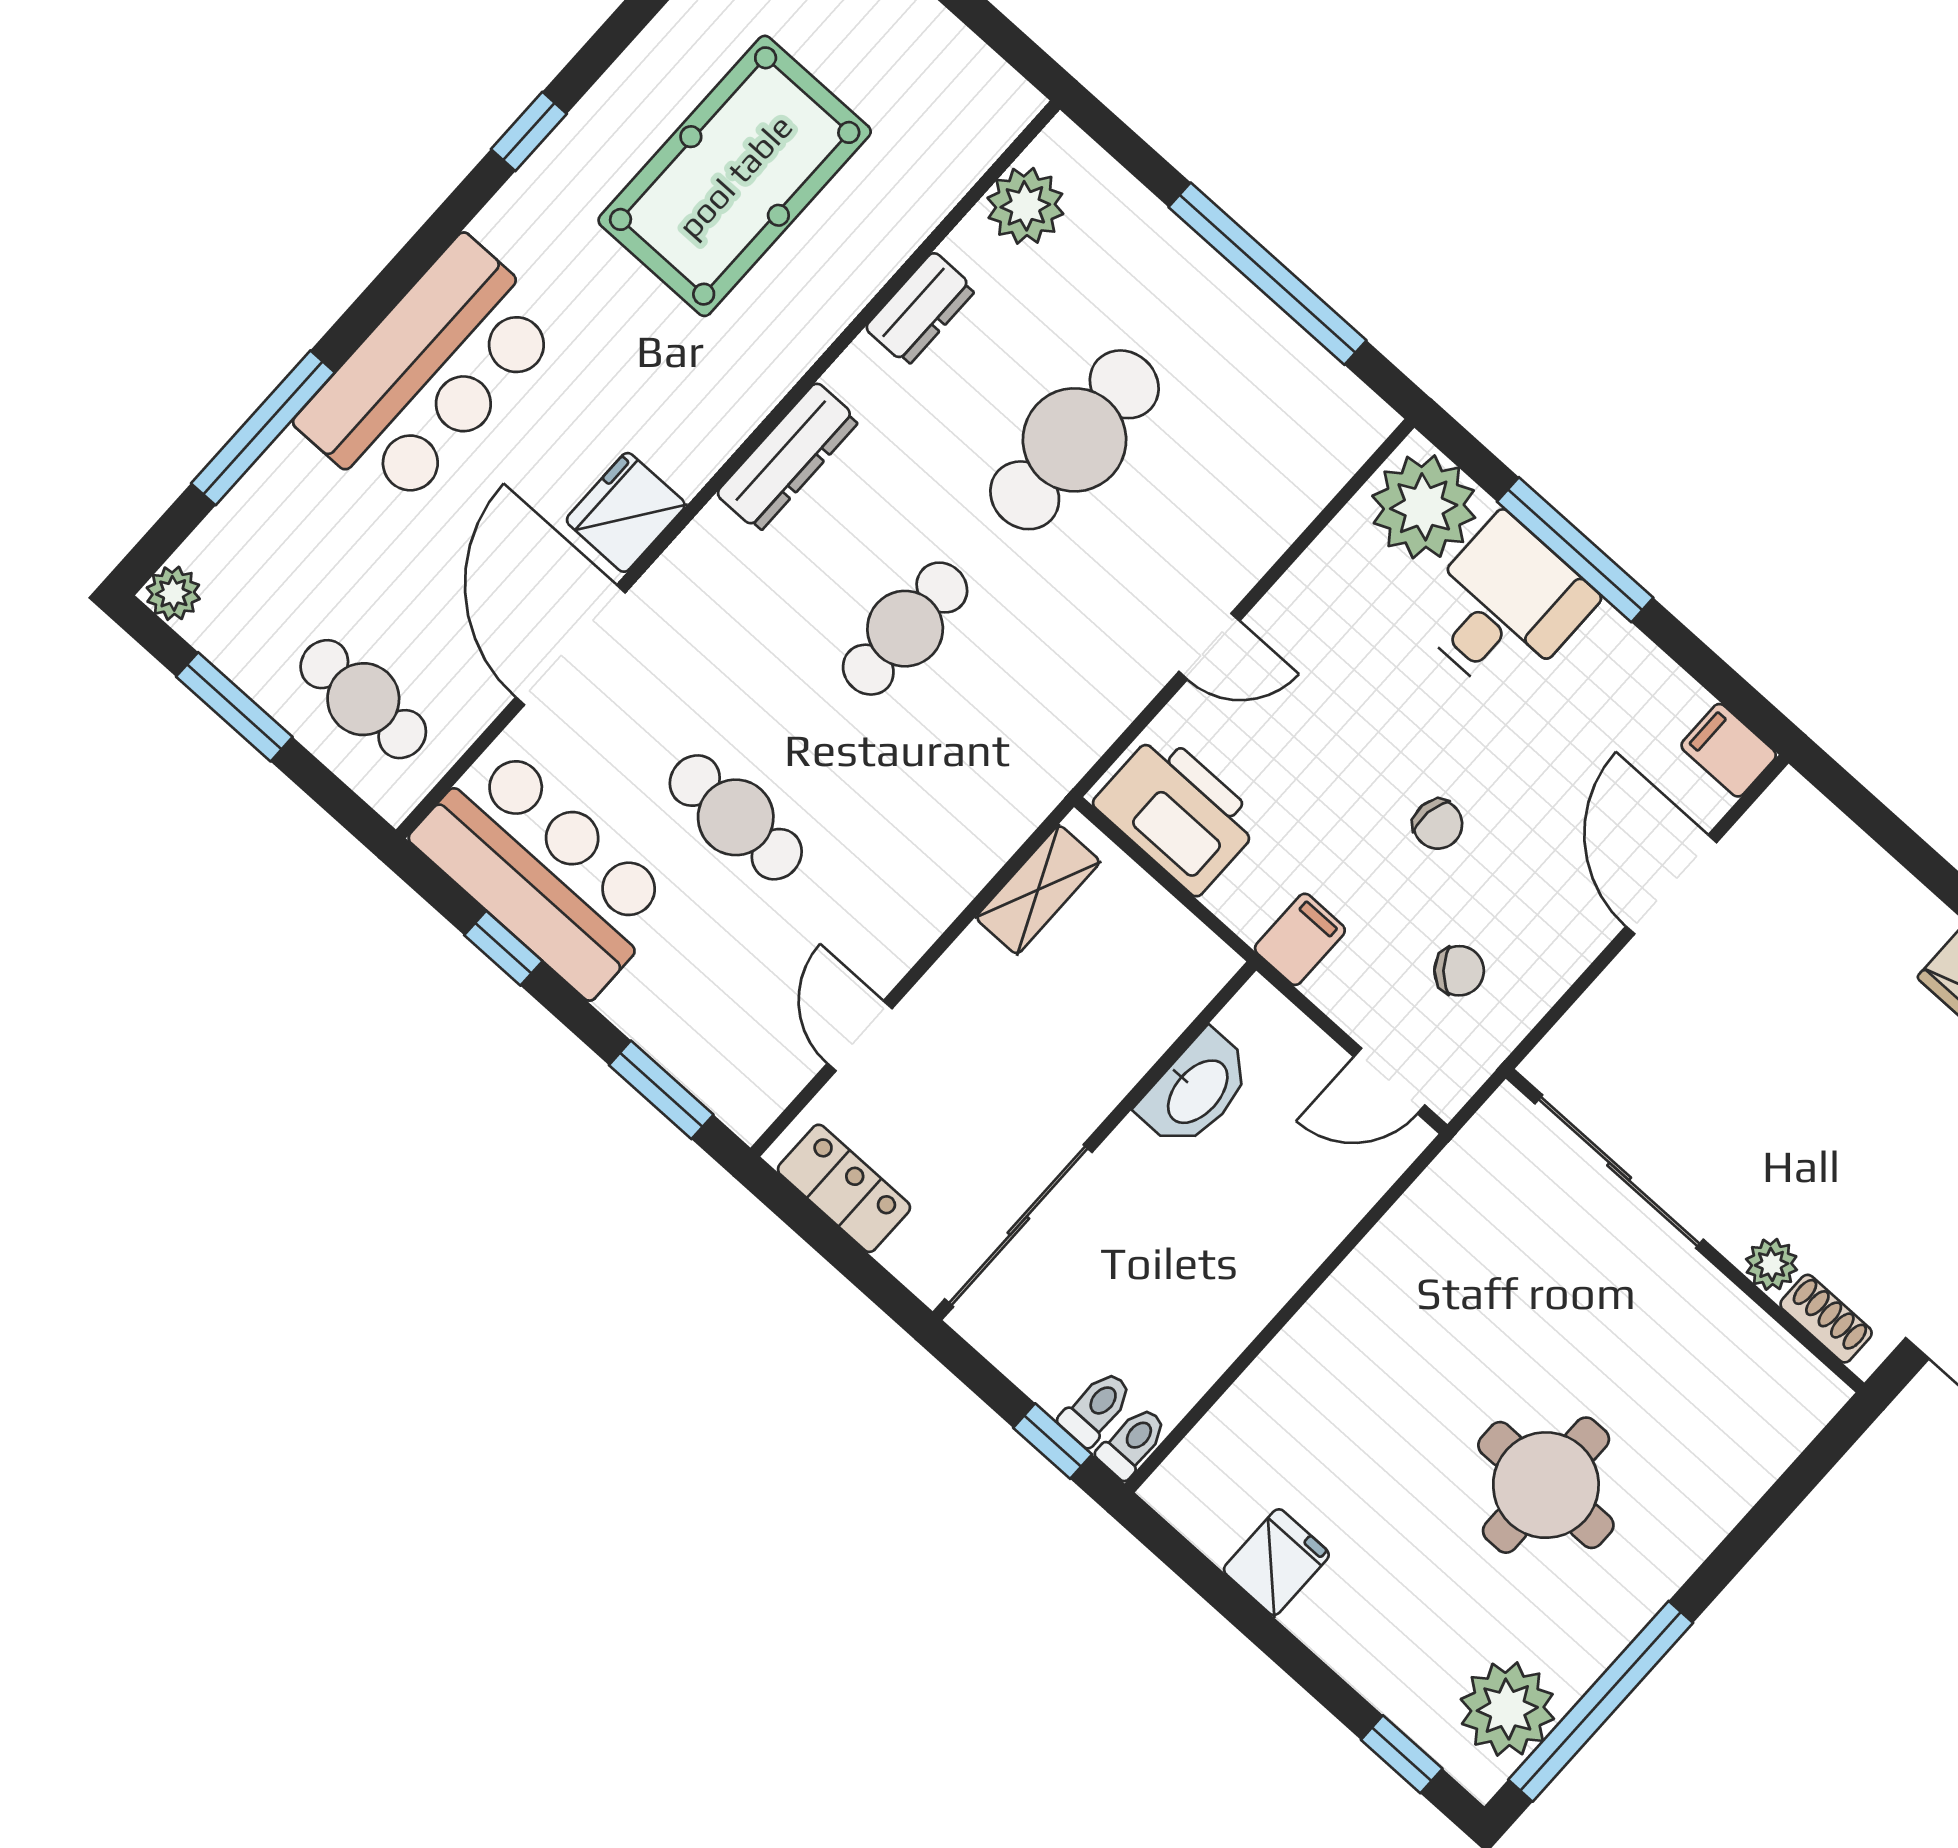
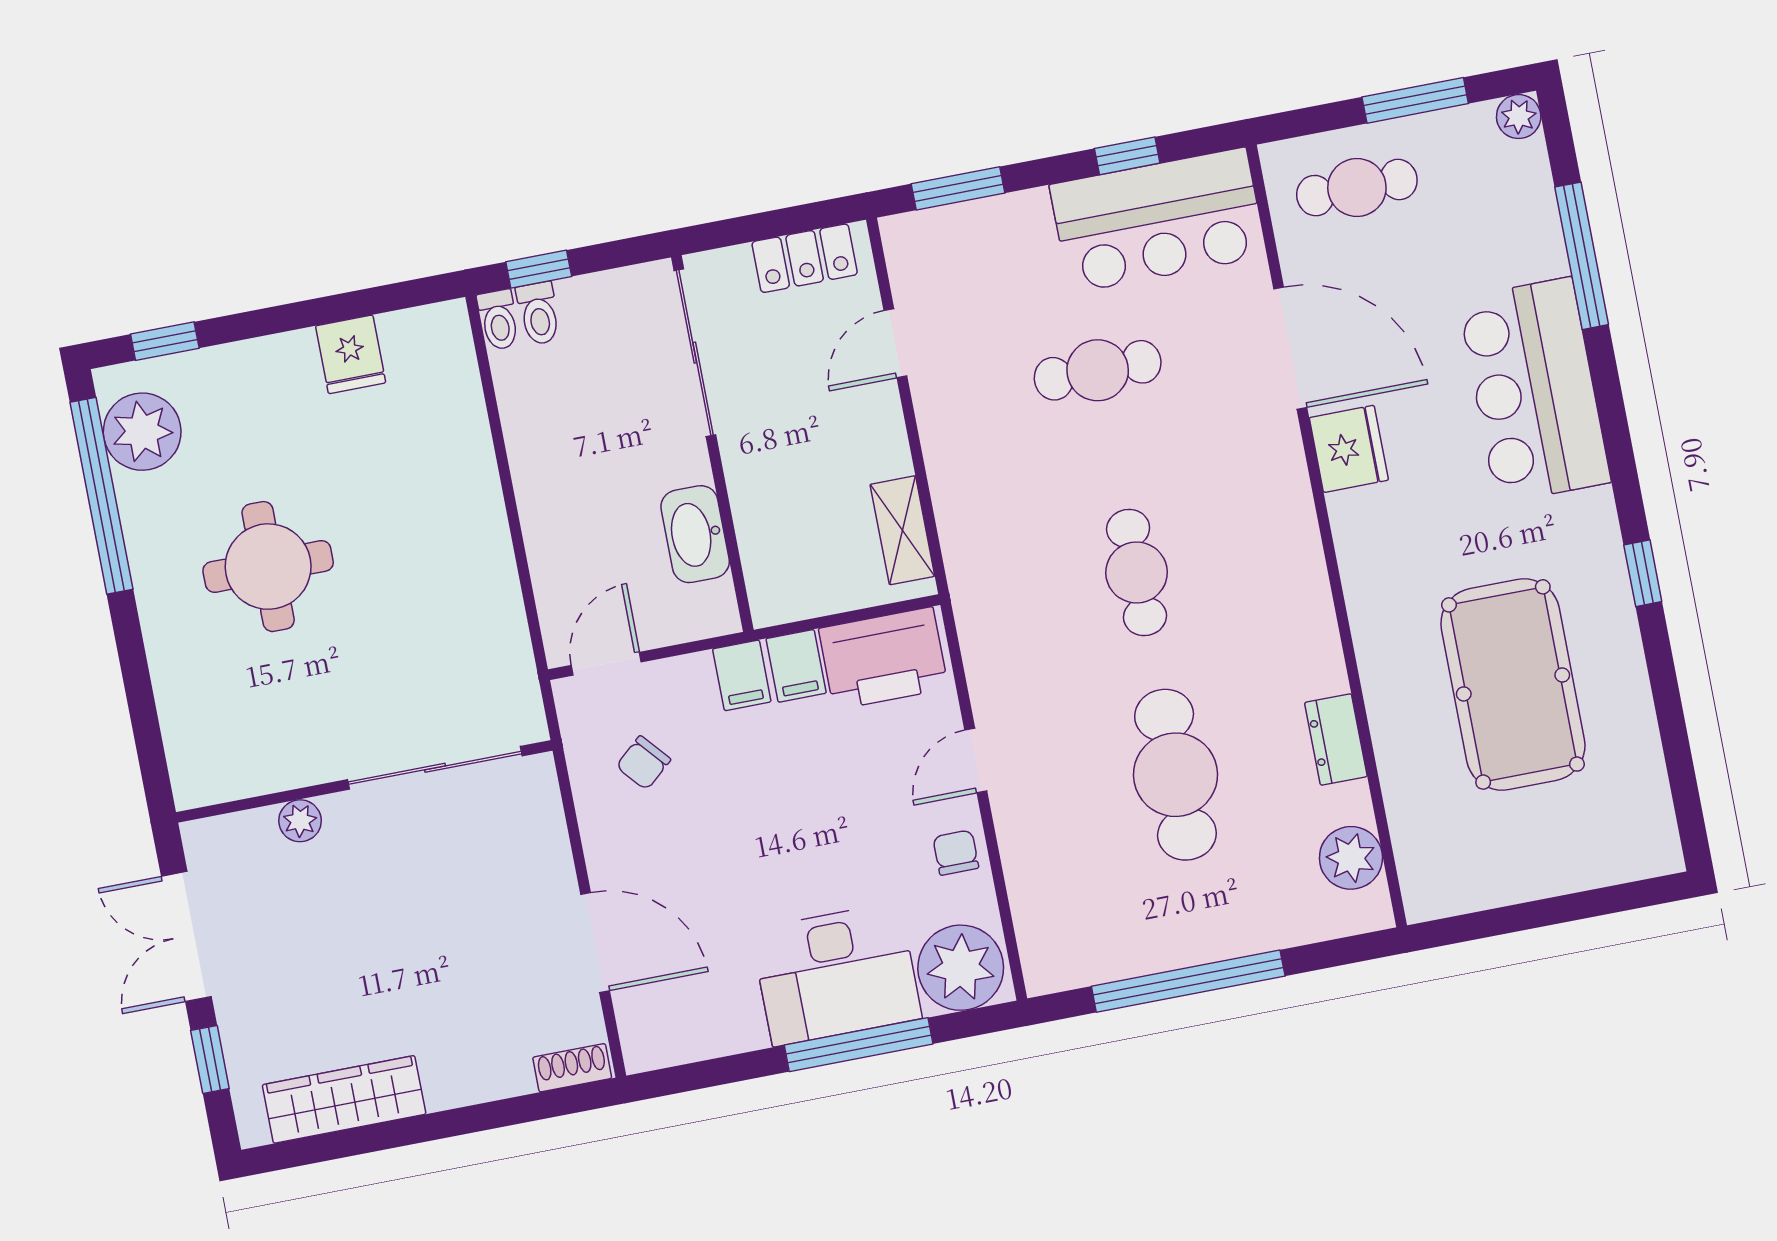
dresser: (788, 457) -> (1305, 581), removed
desk: (1504, 607) -> (836, 974), width x1.37
filing cabinet: (1729, 750) -> (796, 666), moved, turned 90
chair: (1438, 824) -> (956, 853), moved, turned 82
door: (860, 1036) -> (895, 343), swing flipped
shoe rack: (1826, 1319) -> (572, 1068), moved, turned 180

